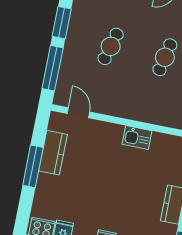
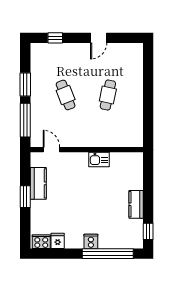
cafe table: (111, 46) -> (66, 95), turned -36
window: (33, 166) -> (25, 197), width x0.69

